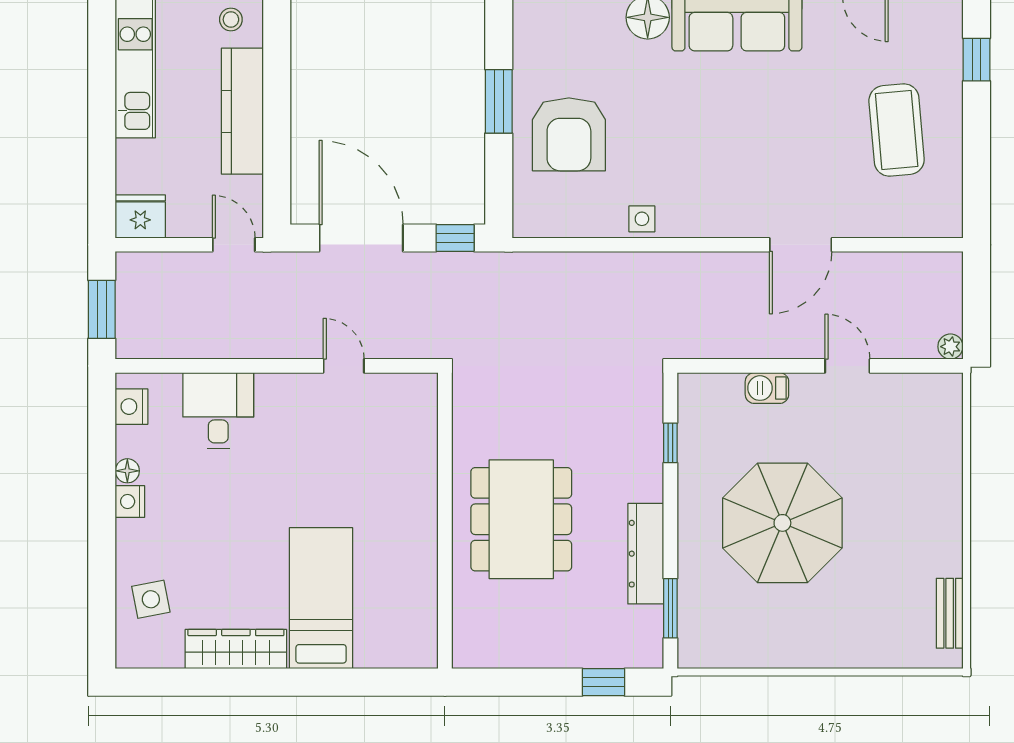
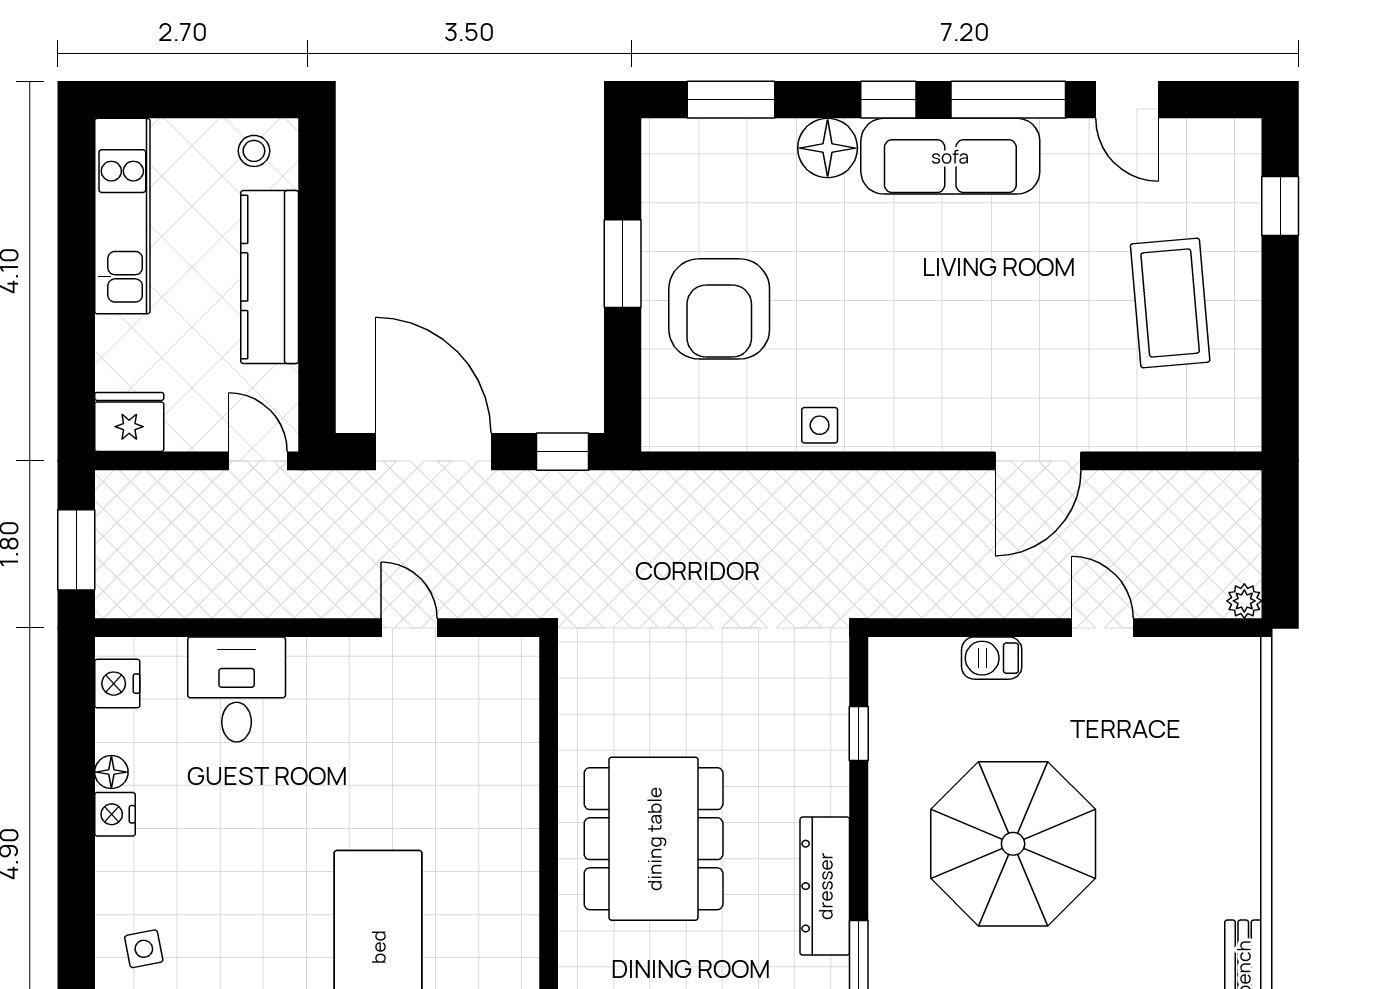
side table: (151, 599) -> (144, 949), width x0.73, depth x0.73

